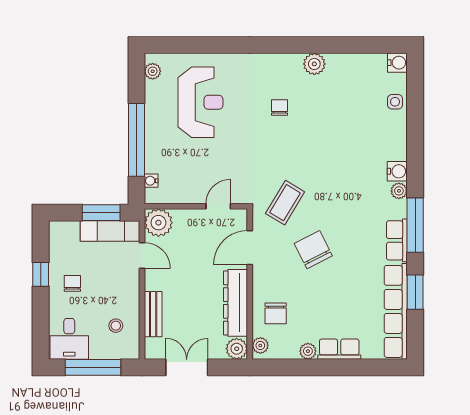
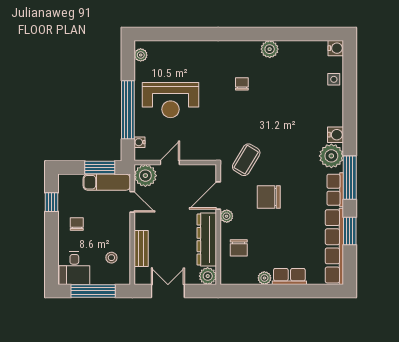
reception desk: (200, 102) -> (170, 100), moved, turned 90
plant: (399, 191) -> (331, 156), width x1.87, depth x1.87
door: (218, 206) -> (170, 162), moved
chair: (313, 250) -> (269, 197), turned -63
window: (41, 274) -> (52, 202), moved
plant: (260, 345) -> (227, 216), moved

